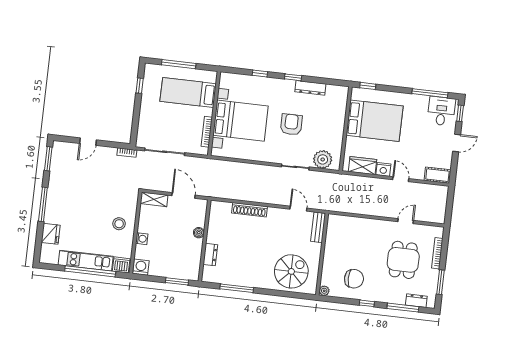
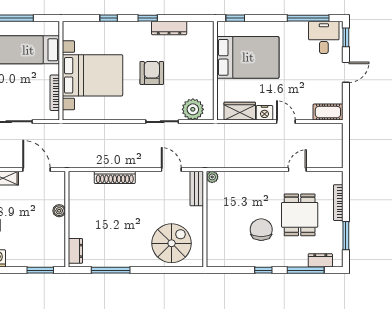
dresser: (210, 255) -> (75, 251), moved
chair: (354, 279) -> (261, 230), moved, turned -90
plant: (324, 291) -> (212, 177), moved

